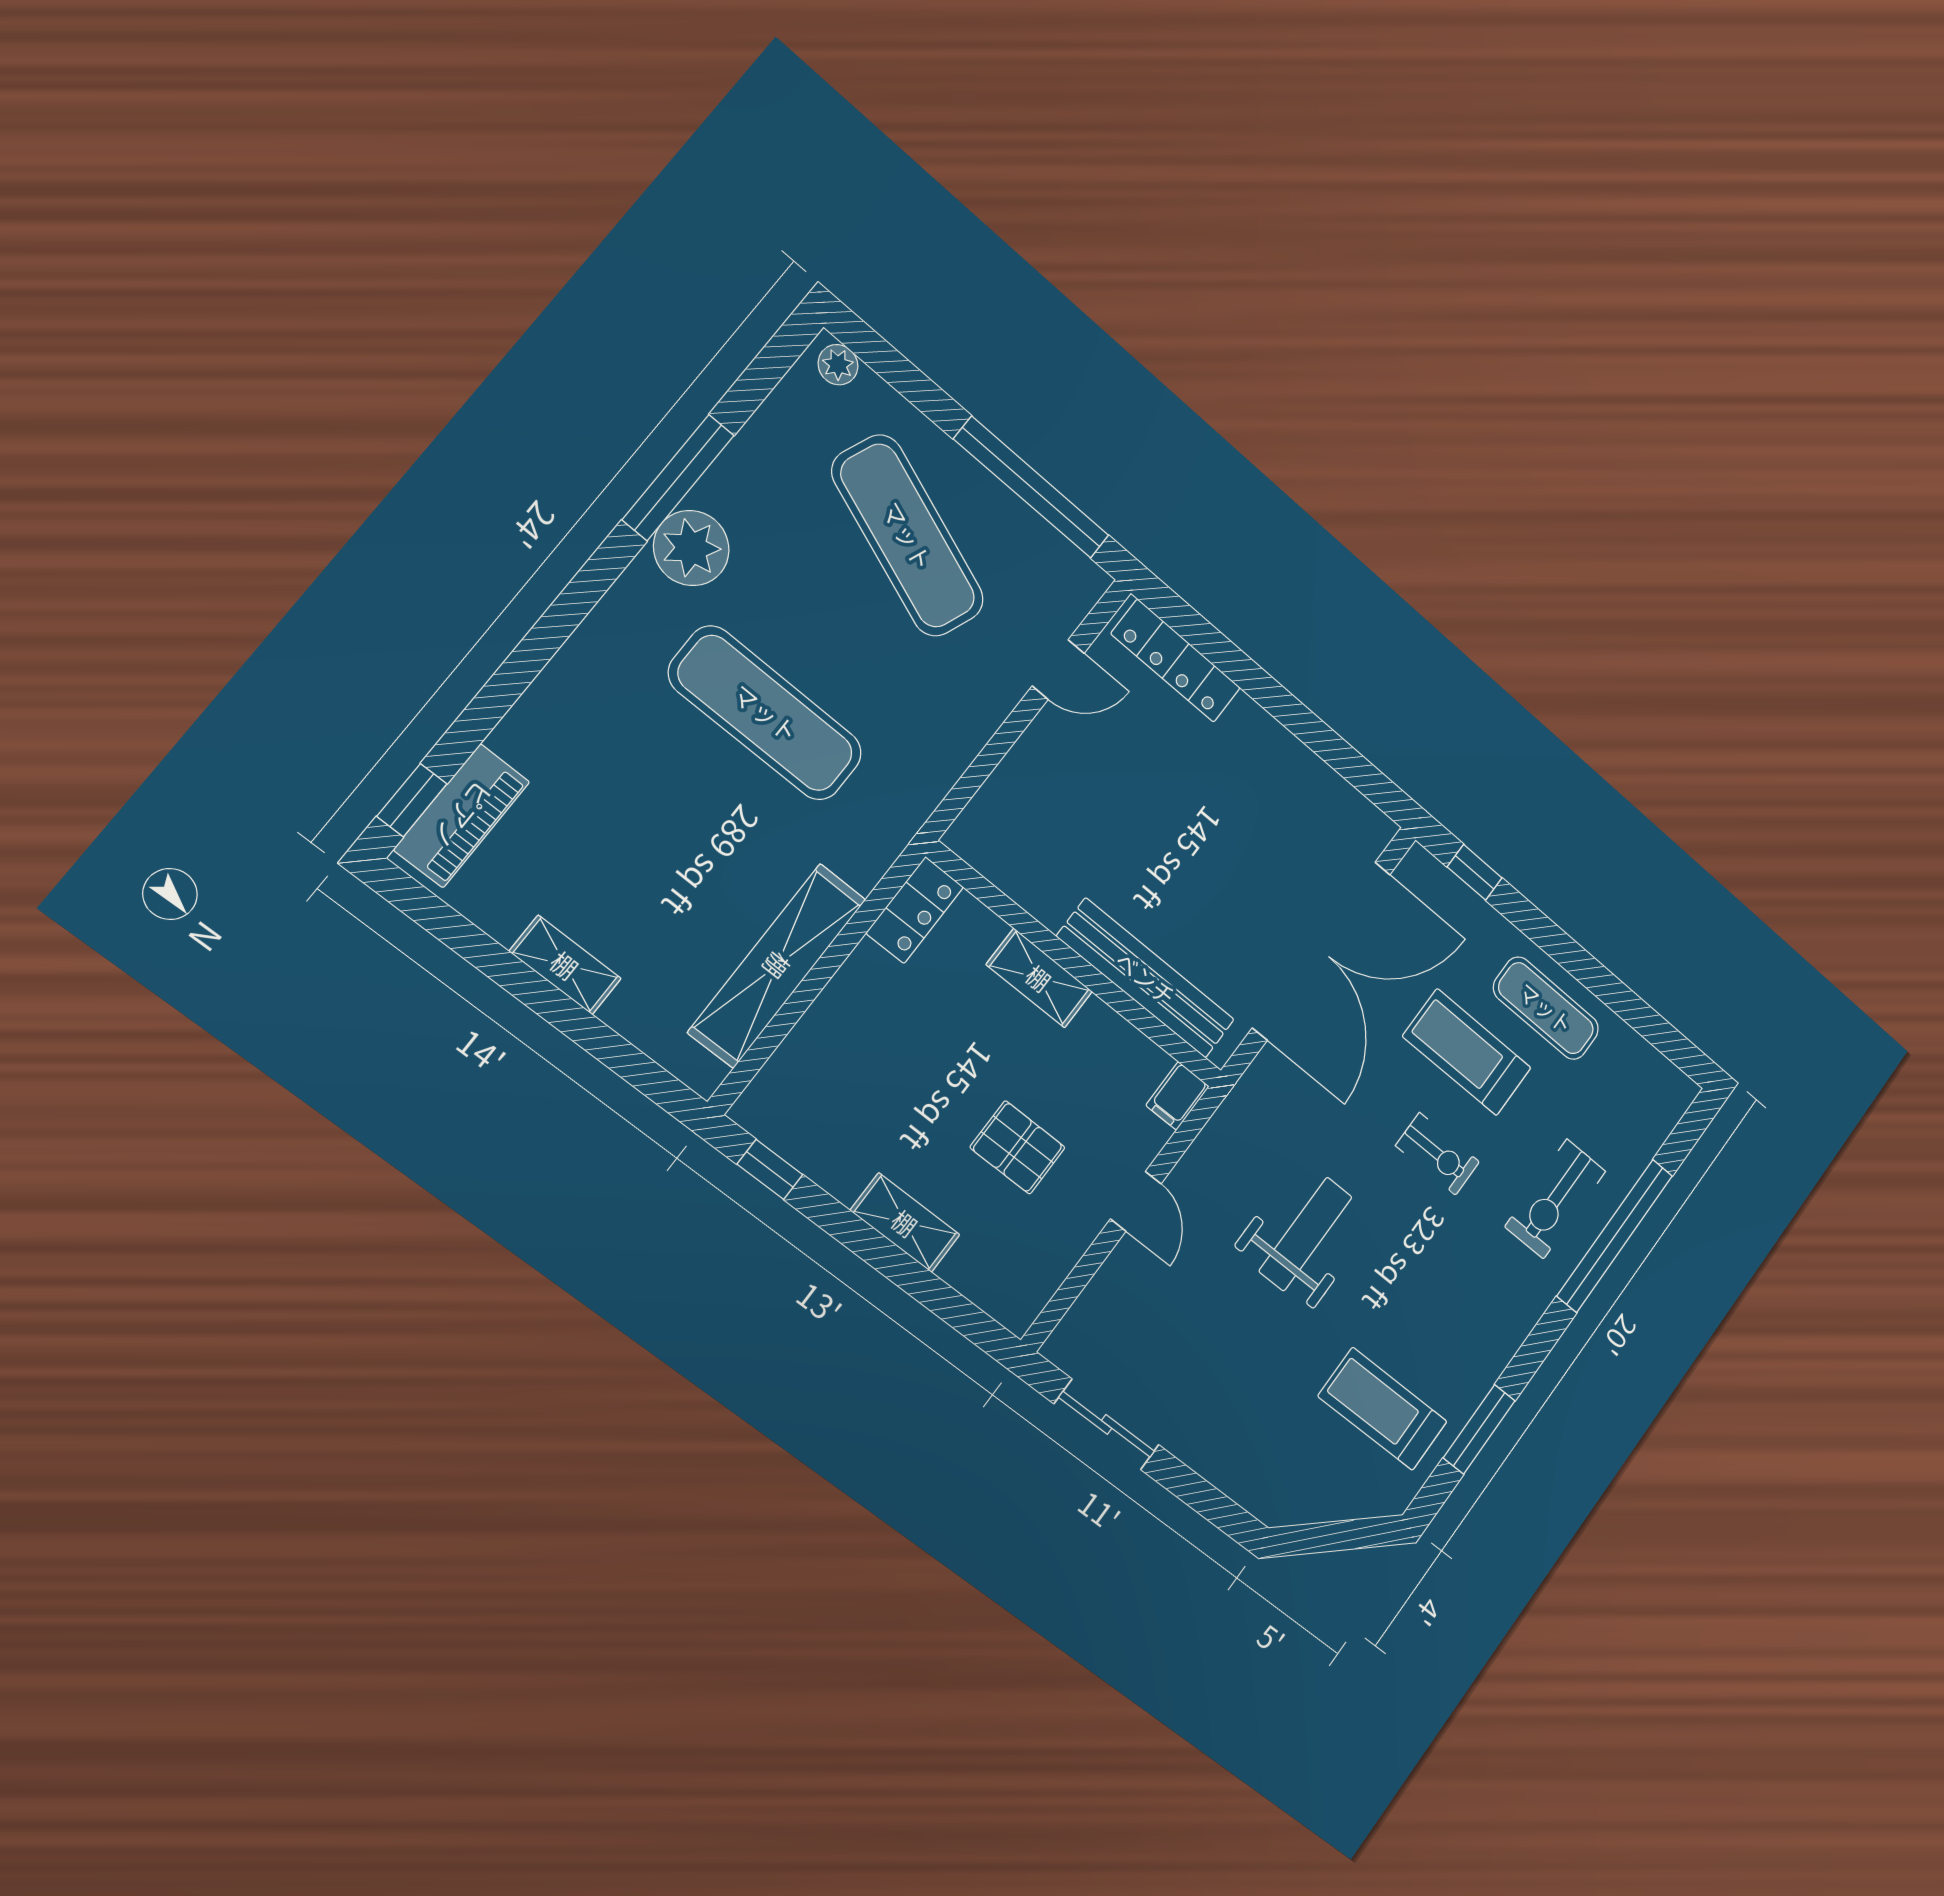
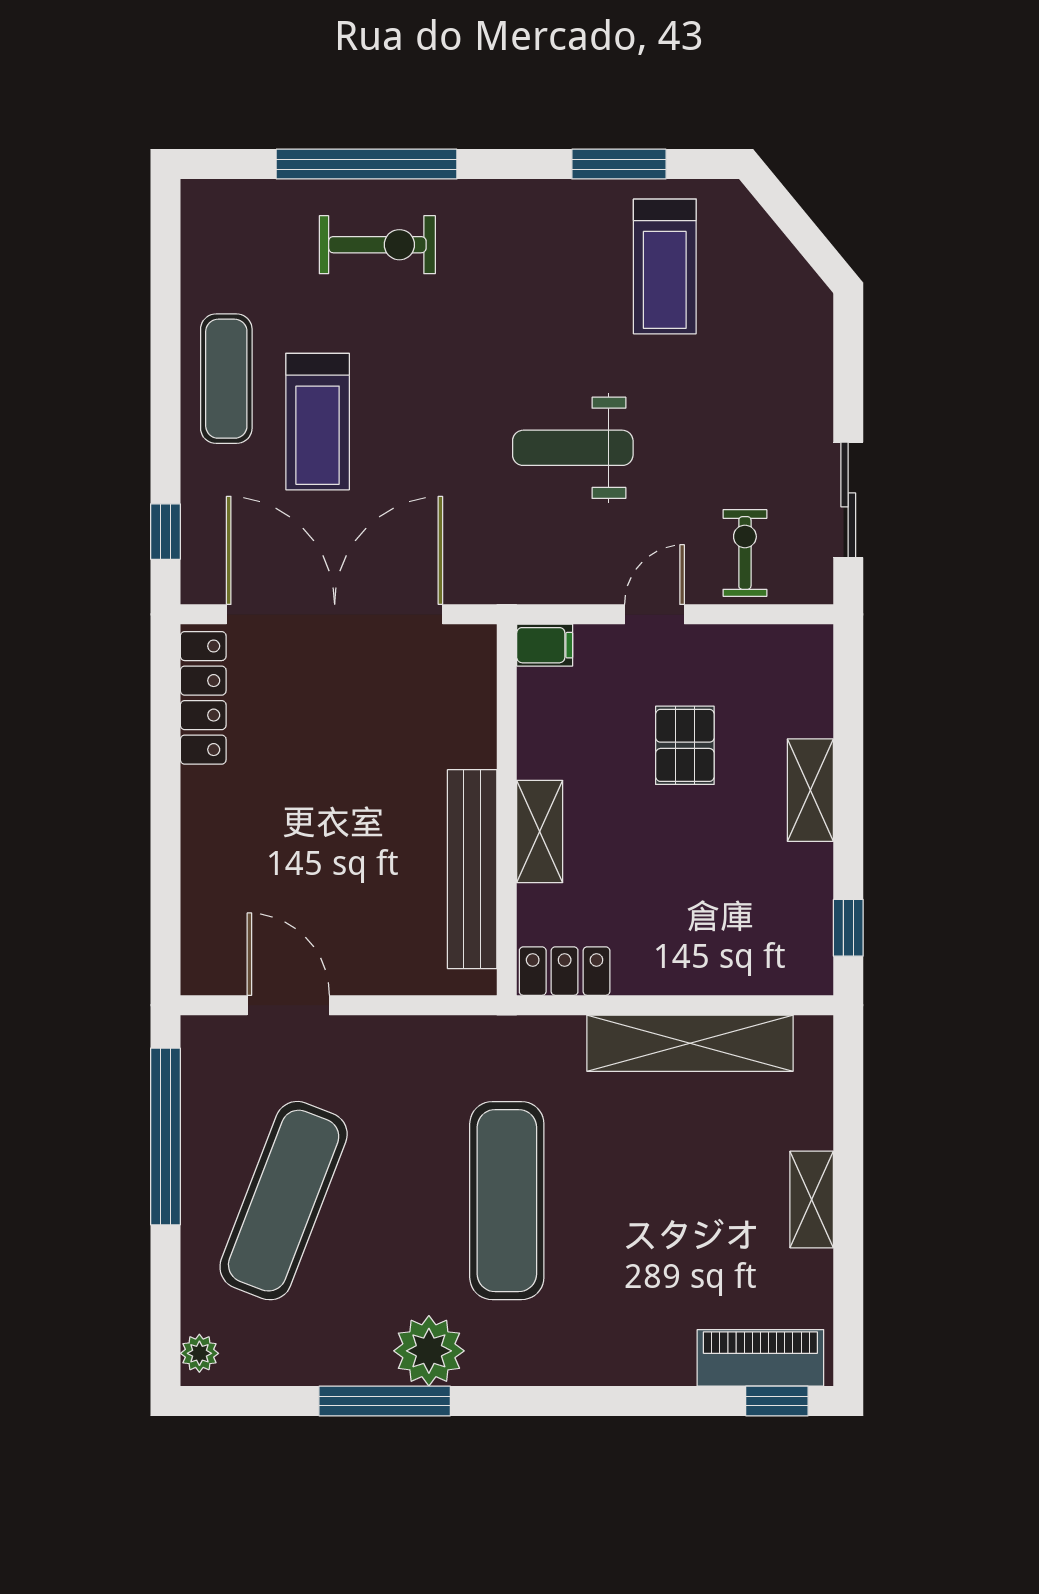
locker: (1176, 661) -> (203, 698), moved
door: (1058, 670) -> (288, 1005), width x1.37
bench: (1146, 978) -> (472, 869), moved
exercise bike: (1438, 1154) -> (745, 553), moved

